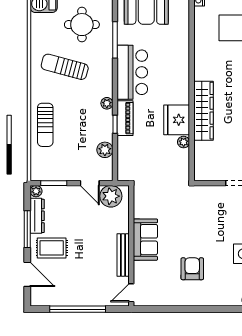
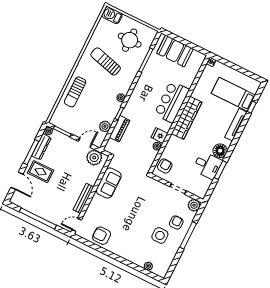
bar counter: (132, 72) -> (172, 102), moved, turned 180
wardrobe: (204, 111) -> (187, 118), moved
piano: (125, 118) -> (120, 129), moved
fridge: (177, 120) -> (159, 135), width x0.53, depth x0.75
armchair: (206, 162) -> (165, 166), added
door: (90, 183) -> (85, 143), swing flipped
sofa: (145, 240) -> (109, 183), moved
armchair: (192, 269) -> (102, 236), moved, turned -90

